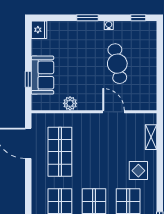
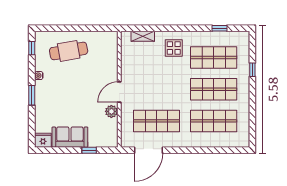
cafe table: (117, 64) -> (69, 51), moved
sofa: (42, 75) -> (70, 137), moved
door: (114, 112) -> (119, 92), moved

